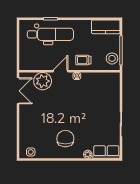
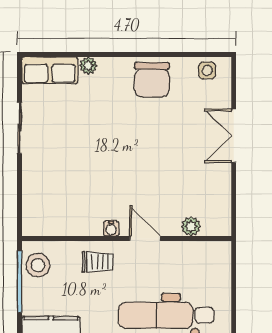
door: (61, 71) -> (145, 238), swing flipped
plant: (43, 81) -> (191, 226), width x0.53, depth x0.53
double door: (18, 91) -> (234, 136), moved
chair: (65, 139) -> (152, 80), moved

